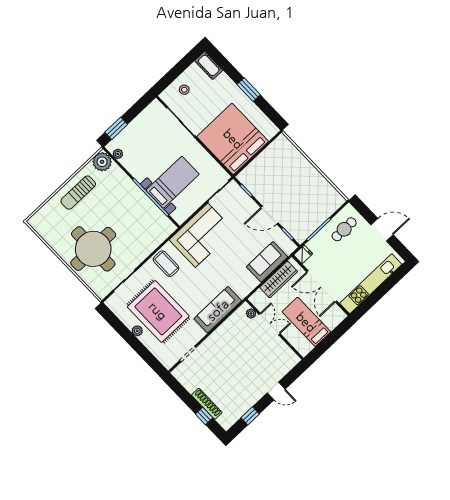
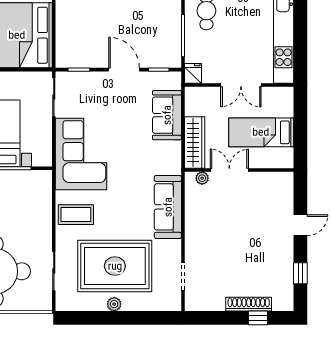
door: (270, 215) -> (124, 70), swing flipped
wardrobe: (279, 280) -> (195, 142), moved
double door: (322, 286) -> (241, 85), width x0.73

